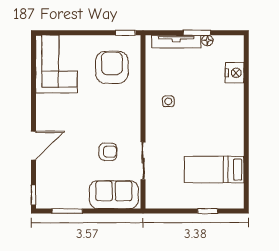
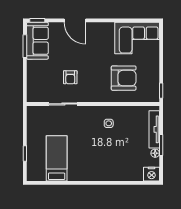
armchair: (112, 67) -> (124, 78), moved
nightstand: (235, 73) -> (152, 174), moved
sofa: (114, 195) -> (37, 41), moved

